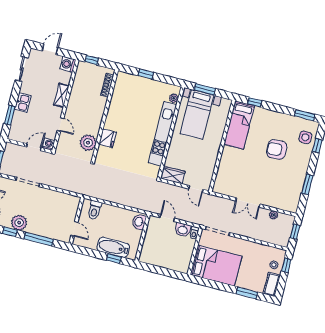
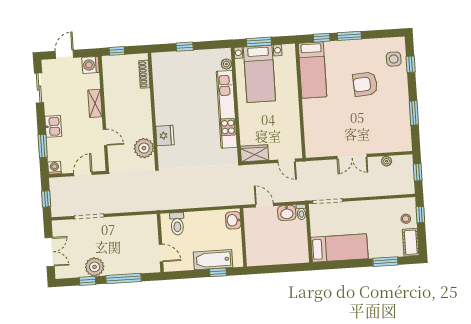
window: (305, 115) -> (349, 36), moved
washing machine: (49, 144) -> (55, 168), moved
bed: (216, 266) -> (339, 248), width x0.67

